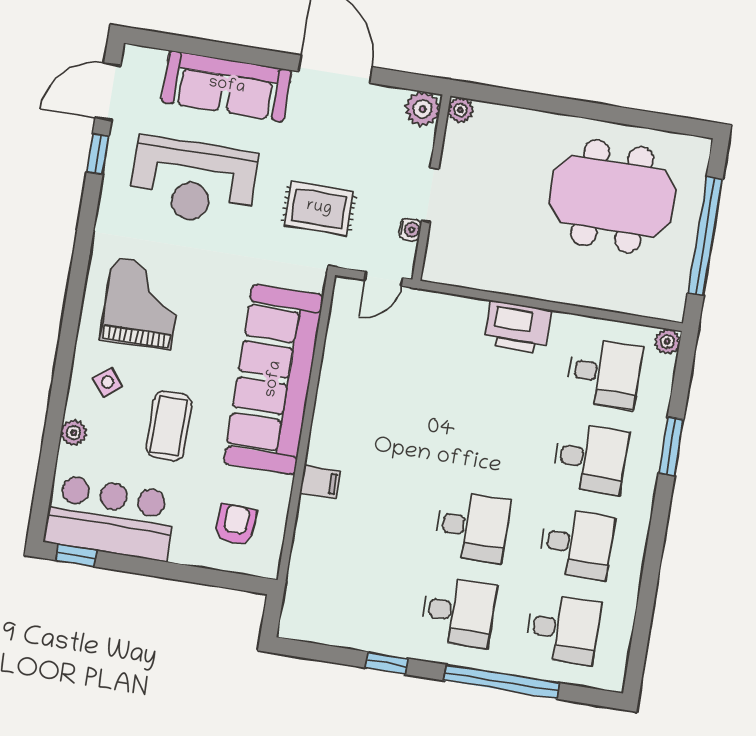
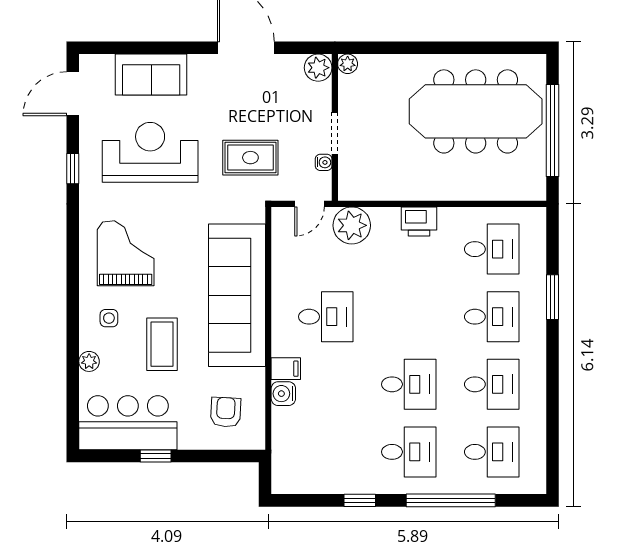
sofa: (227, 86) -> (151, 75), width x0.73
window: (98, 154) -> (73, 169), moved
reception desk: (193, 181) -> (150, 152), turned 180
meeting table: (612, 196) -> (476, 111), width x1.36
printer: (518, 327) -> (419, 221), width x0.73, depth x0.84
plant: (667, 341) -> (352, 225), moved, width x1.88, depth x1.88
side table: (108, 382) -> (109, 318), turned 38
desk: (381, 425) -> (326, 317), added
water cooler: (312, 513) -> (283, 394), added
window: (76, 555) -> (156, 456), moved

